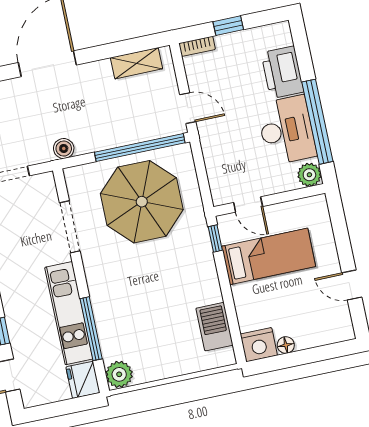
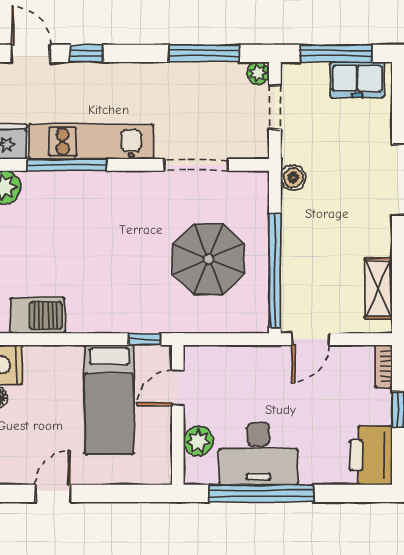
printer: (282, 72) -> (371, 455), moved, turned -90
plant: (309, 175) -> (198, 441), moved
parasol: (142, 202) -> (208, 259), width x0.73, depth x0.73

